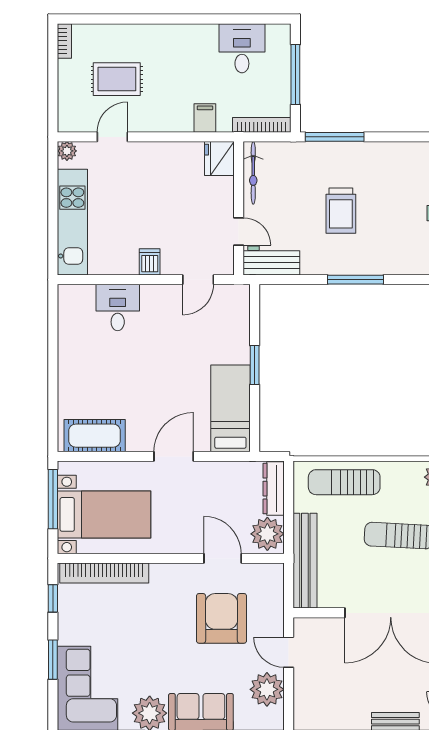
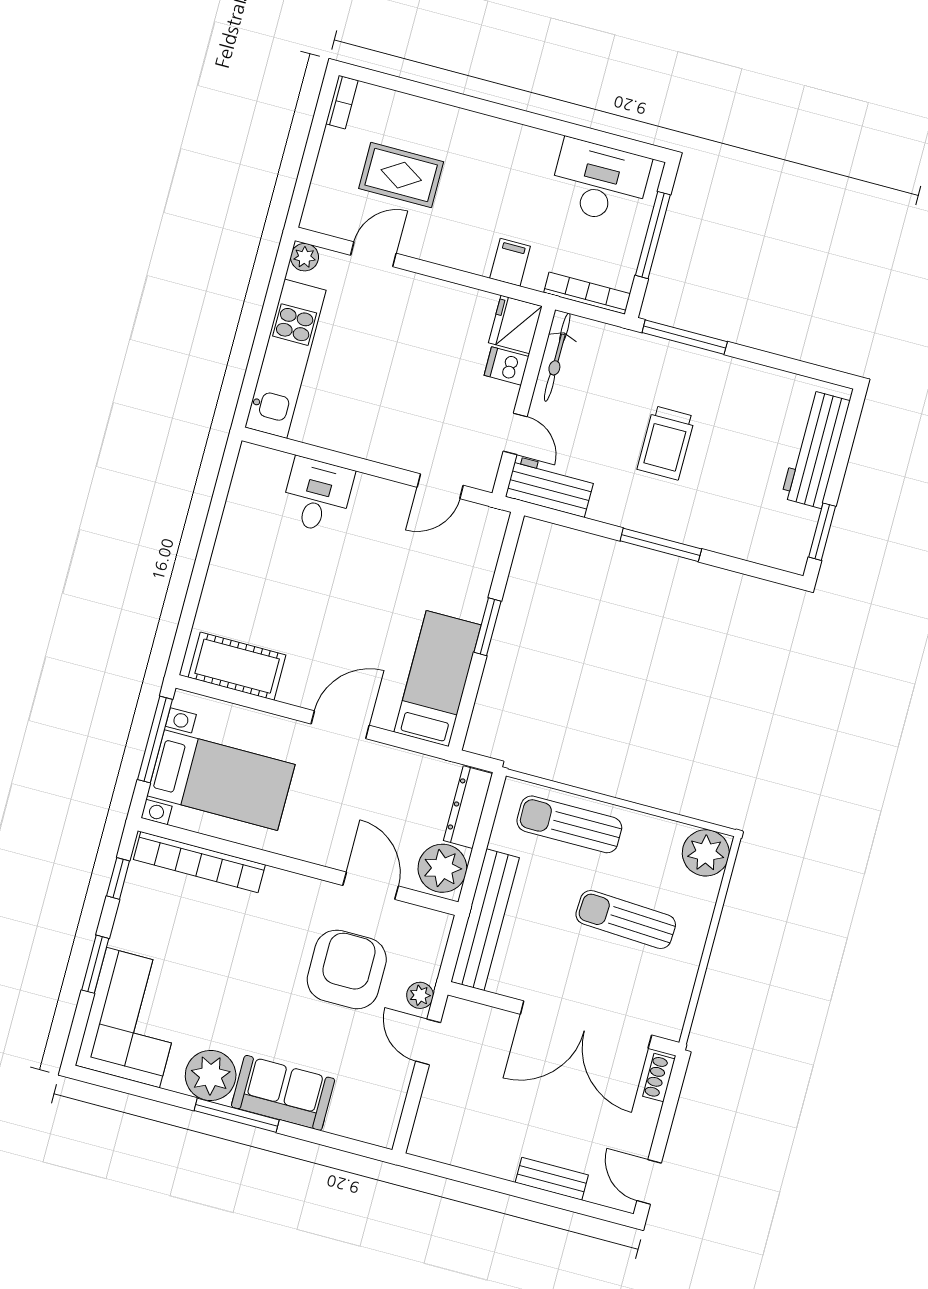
desk: (242, 48) -> (600, 182), width x1.37
dishwasher: (150, 262) -> (506, 366), moved, turned -90
plant: (267, 689) -> (420, 995), moved, width x0.53, depth x0.53

